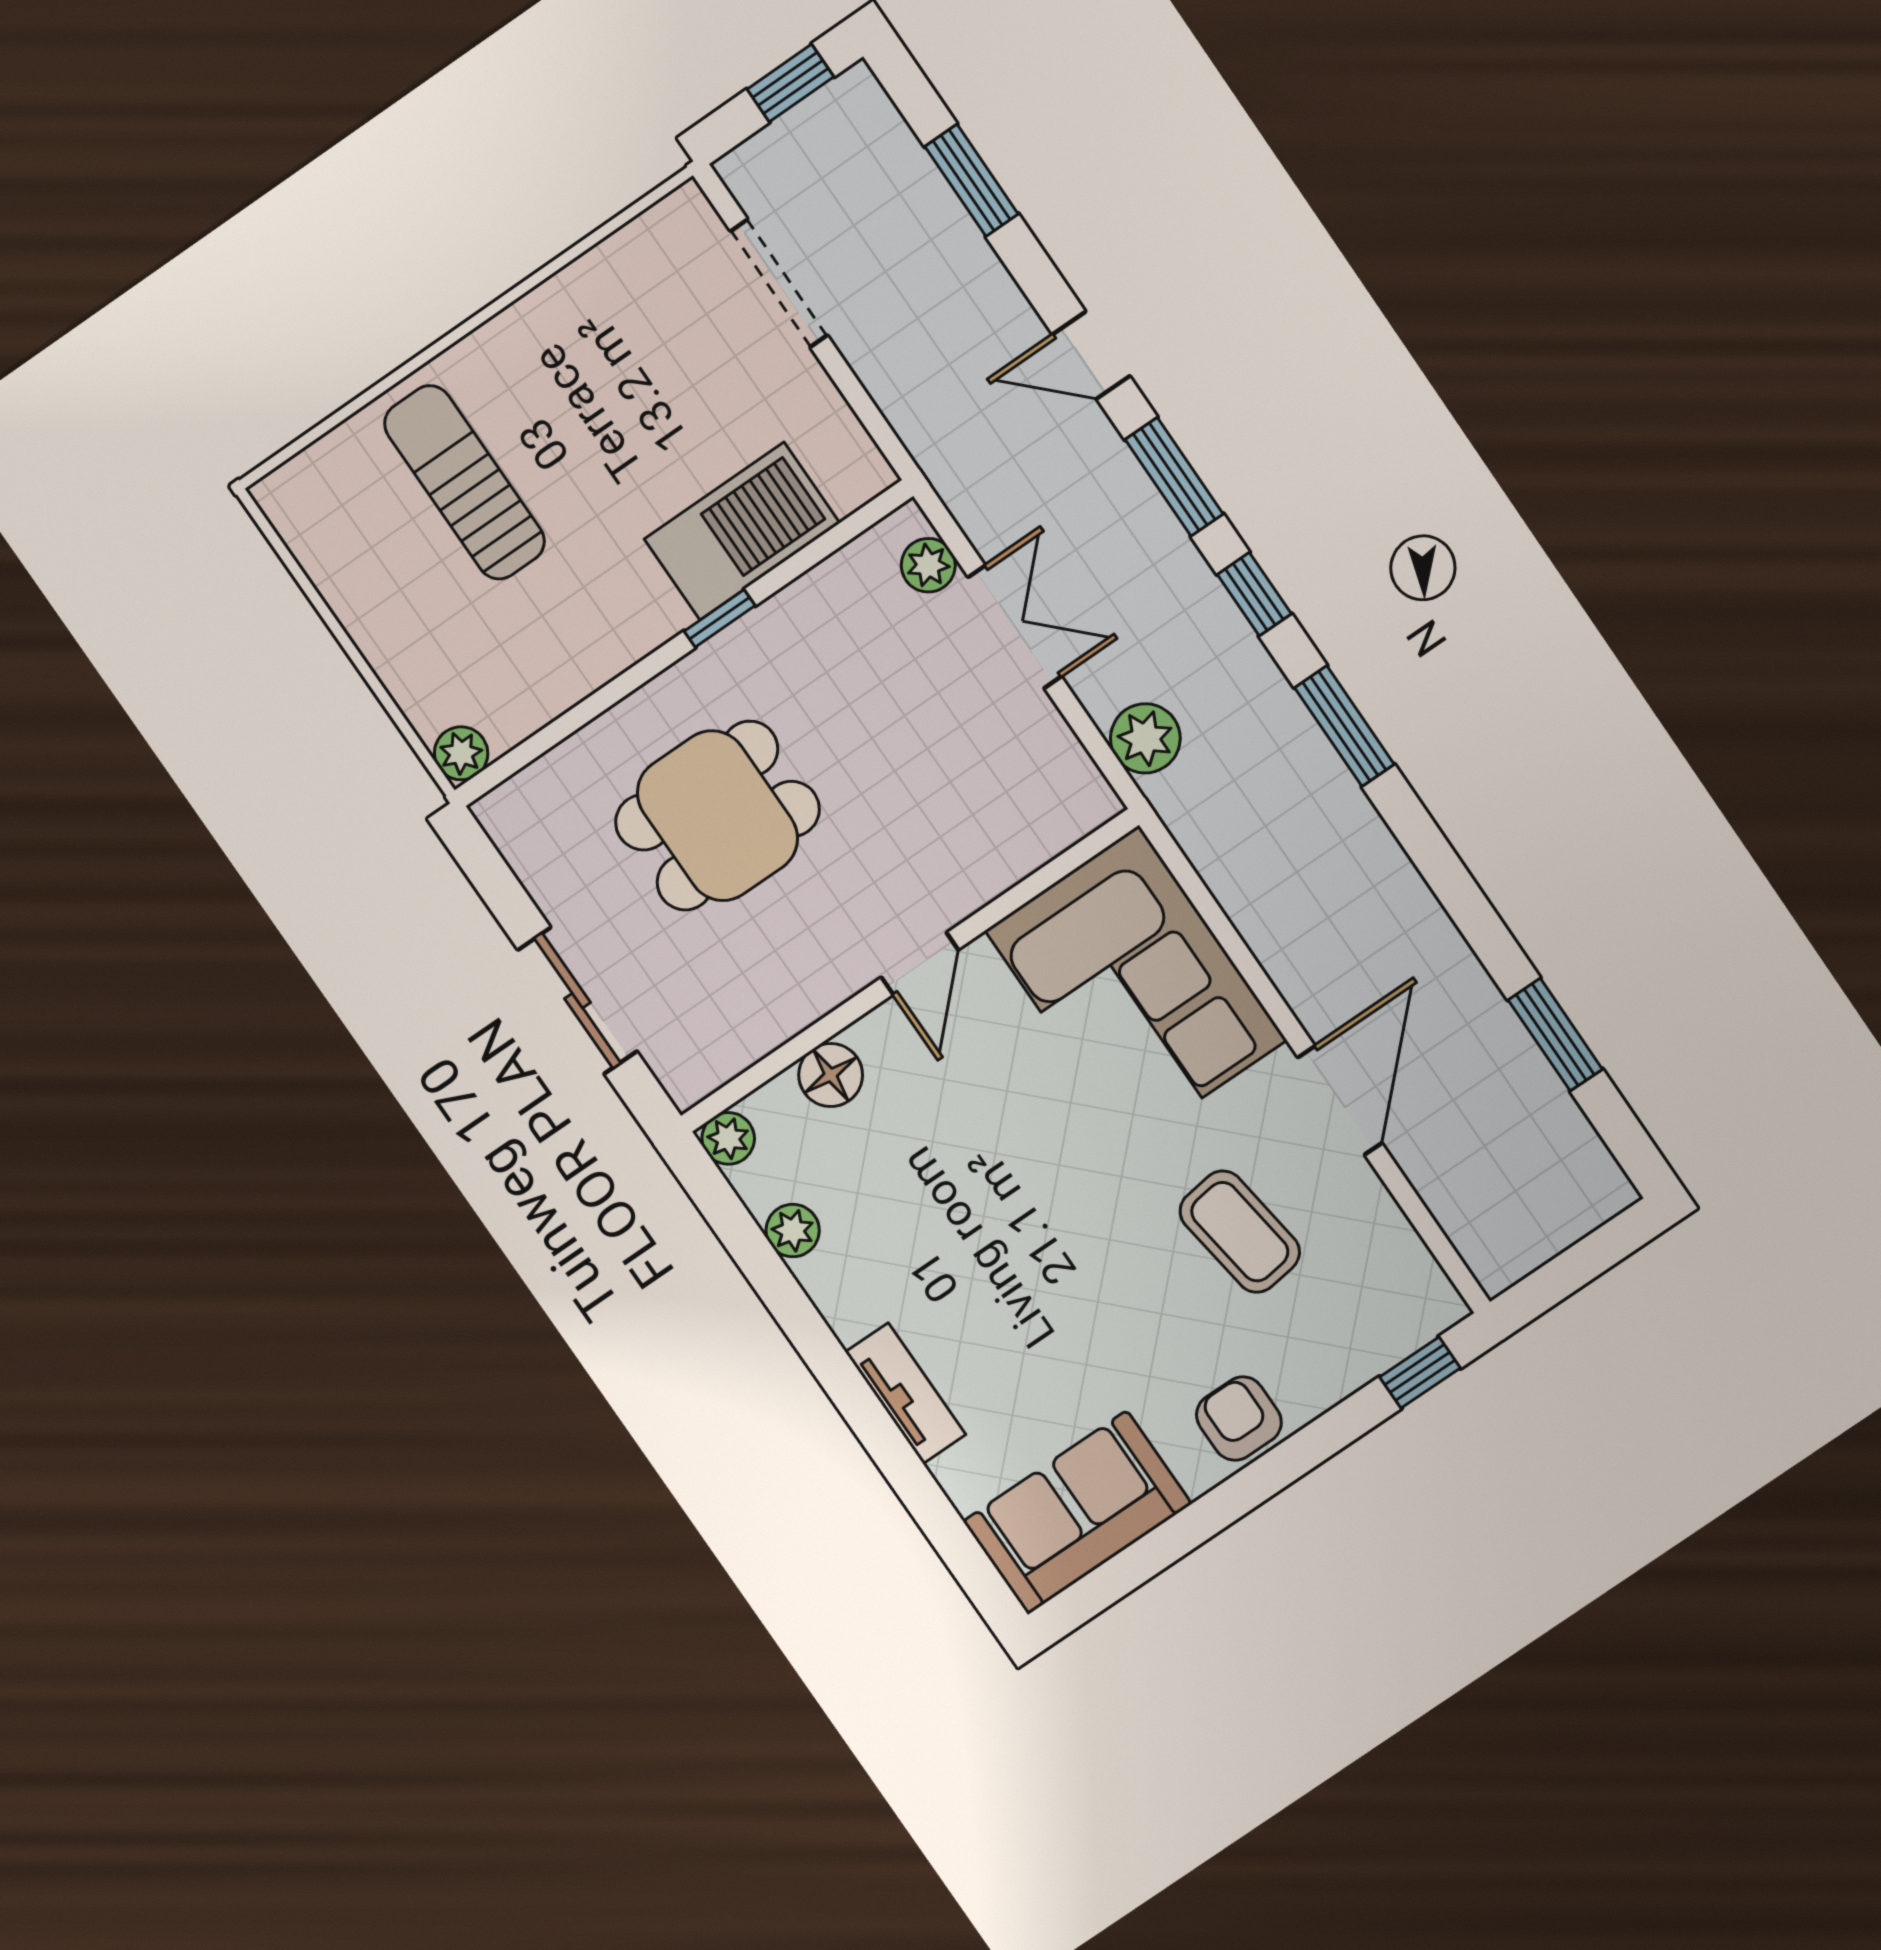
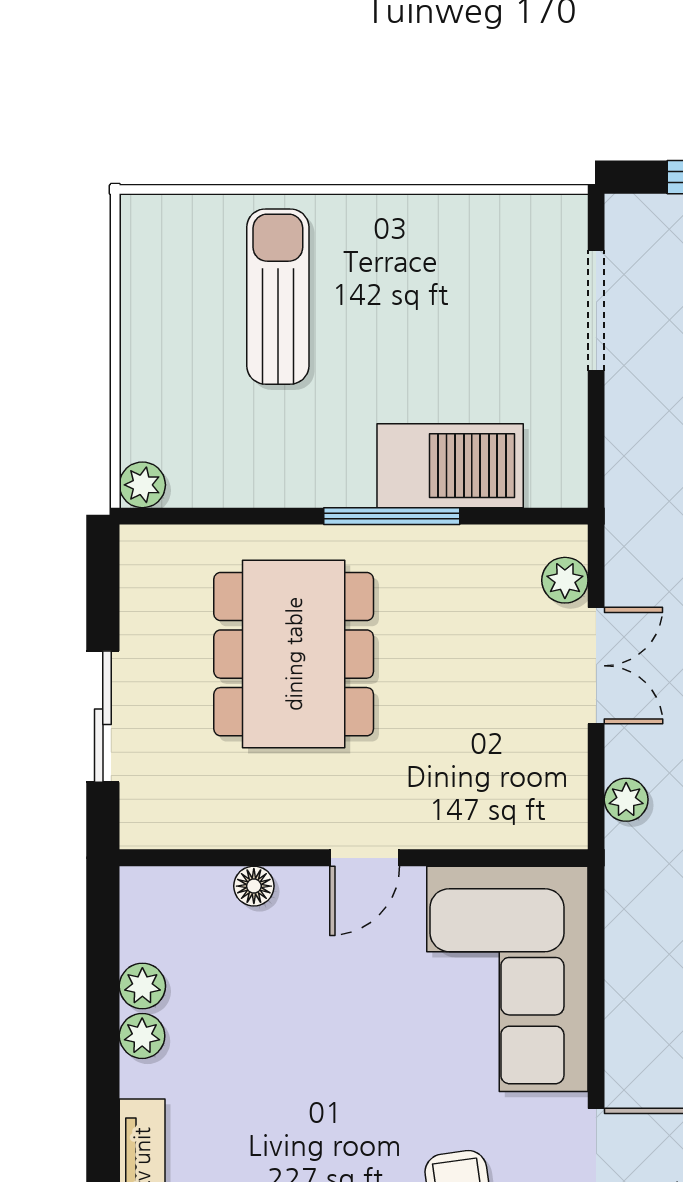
window: (720, 618) -> (392, 516), width x2.17
plant: (1145, 738) -> (626, 800), width x0.73, depth x0.73
dining table: (717, 816) -> (294, 654), width x1.38
floor lamp: (831, 1075) -> (254, 886), width x0.73, depth x0.73
plant: (728, 1138) -> (142, 1036), moved

